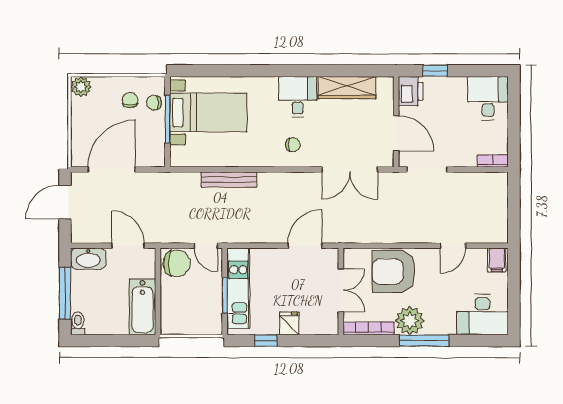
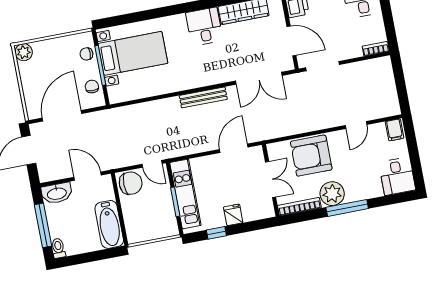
chair: (130, 100) -> (92, 87), moved
chair: (293, 145) -> (208, 67), removed
bench: (229, 180) -> (203, 97), moved
desk: (482, 315) -> (397, 176), width x0.73

